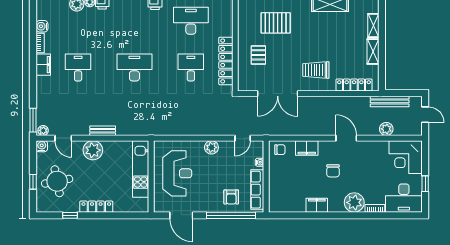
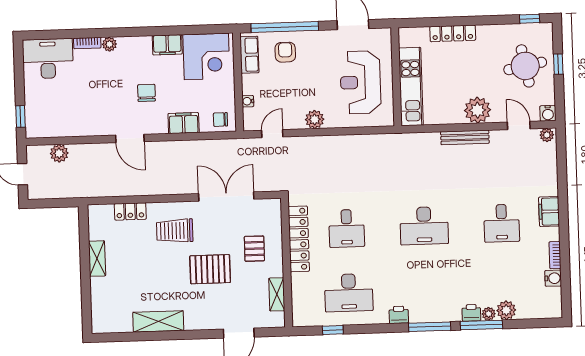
pallet: (276, 23) -> (210, 269), moved
shelving: (373, 26) -> (277, 294), moved
filing cabinet: (43, 65) -> (549, 211), moved
trolley: (316, 70) -> (175, 231), turned 180
locker: (354, 85) -> (130, 211), width x0.66
bench: (390, 101) -> (72, 191), removed
window: (33, 120) -> (561, 149), removed
plant: (386, 129) -> (59, 153), moved
bench: (103, 131) -> (465, 137), width x1.36
corner desk: (406, 157) -> (206, 56), moved, turned 90
window: (425, 184) -> (21, 116), moved
row of seats: (257, 190) -> (249, 55), width x0.68
plant: (354, 202) -> (109, 44), width x0.53, depth x0.53
locker: (96, 207) -> (453, 33), moved
window: (70, 215) -> (530, 19), moved

